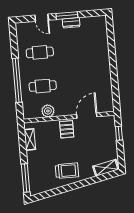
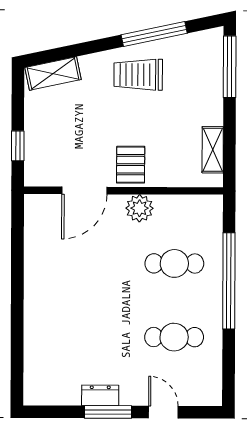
plant: (48, 111) -> (139, 208), moved
window: (61, 190) -> (154, 34), added

